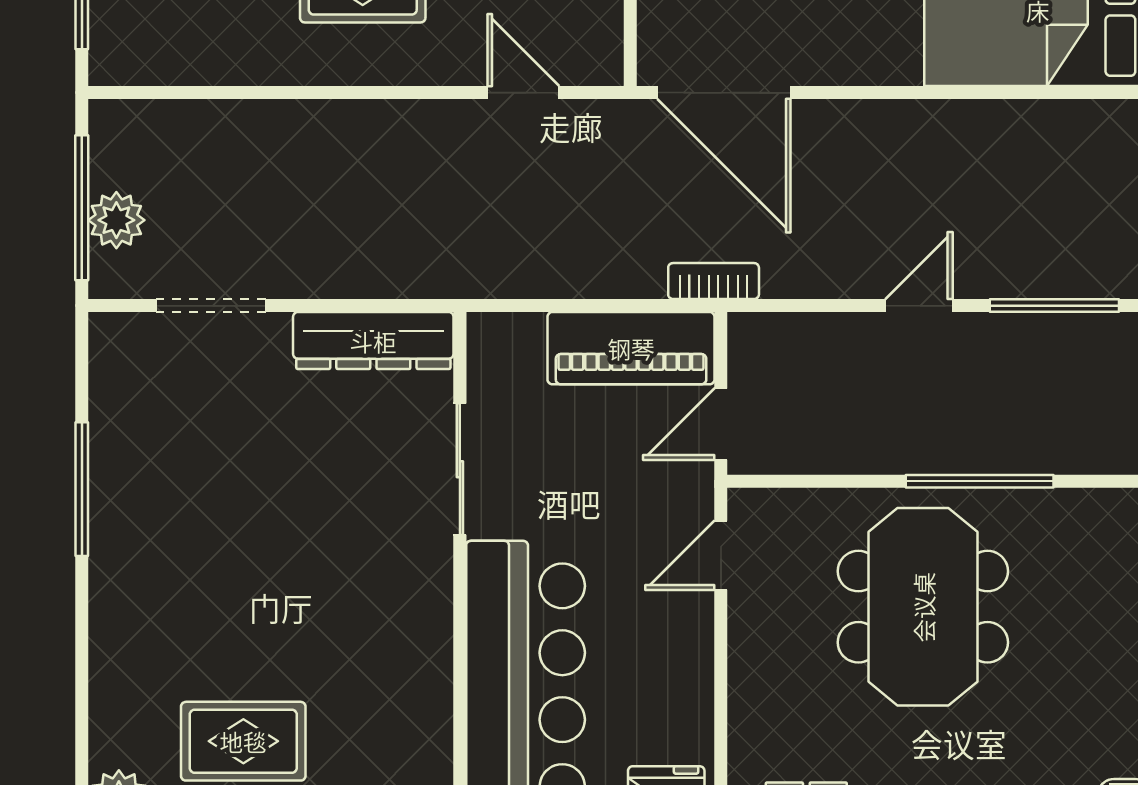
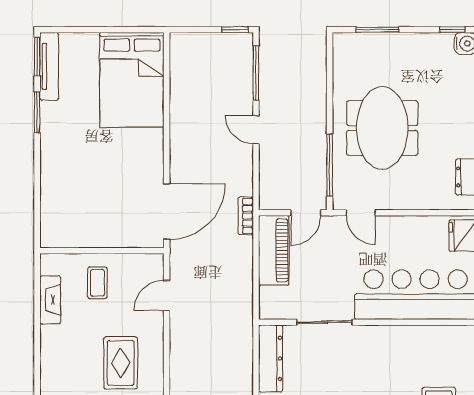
door: (721, 424) -> (306, 213), hinge flipped
window: (980, 481) -> (330, 165), moved
meeting table: (923, 607) -> (382, 128), turned 90

